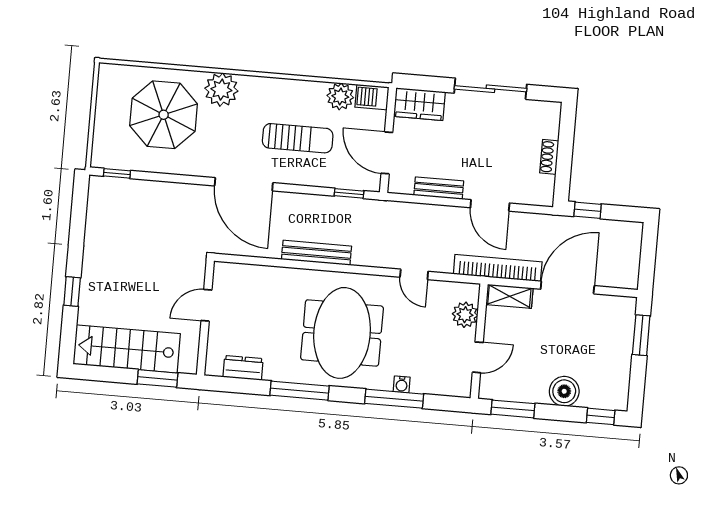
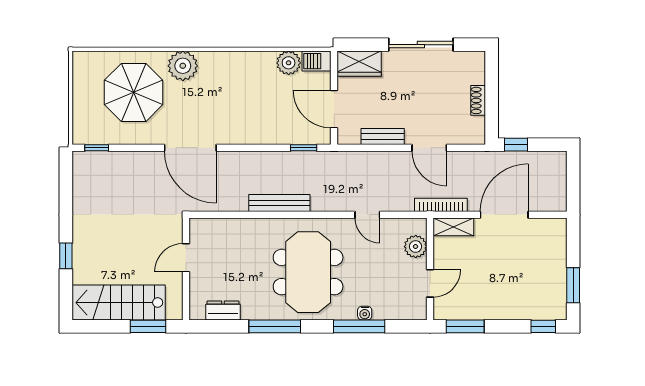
sun lounger: (298, 138) -> (254, 103), removed
door: (244, 184) -> (190, 148), moved
bookcase: (498, 268) -> (441, 205), width x0.68, depth x0.76
window: (641, 335) -> (573, 285), moved
boiler: (564, 391) -> (509, 307), removed

